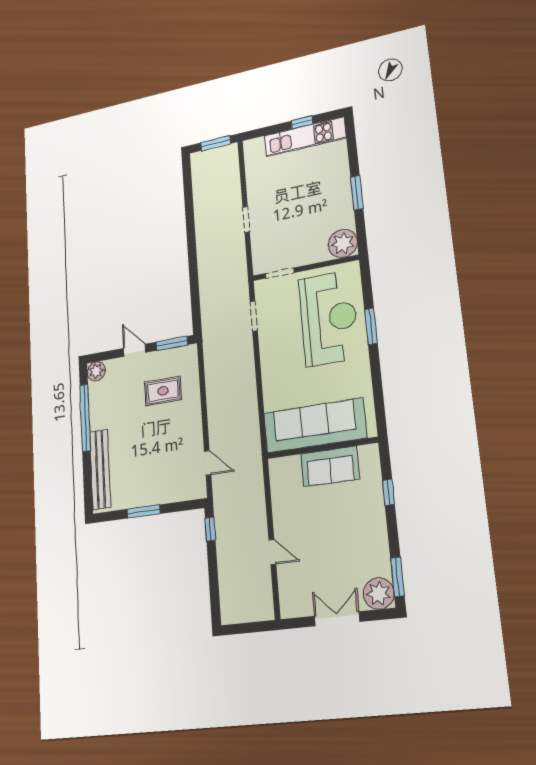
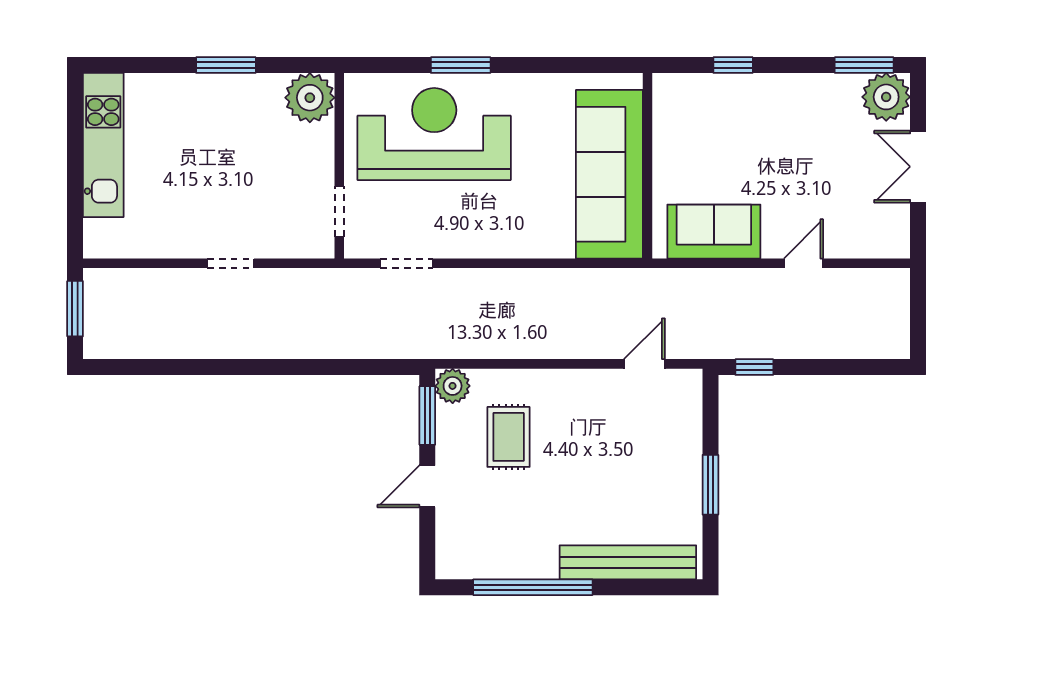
window: (302, 122) -> (75, 148), removed
plant: (96, 371) -> (453, 386), moved
sofa: (330, 466) -> (714, 232), moved, turned -90

